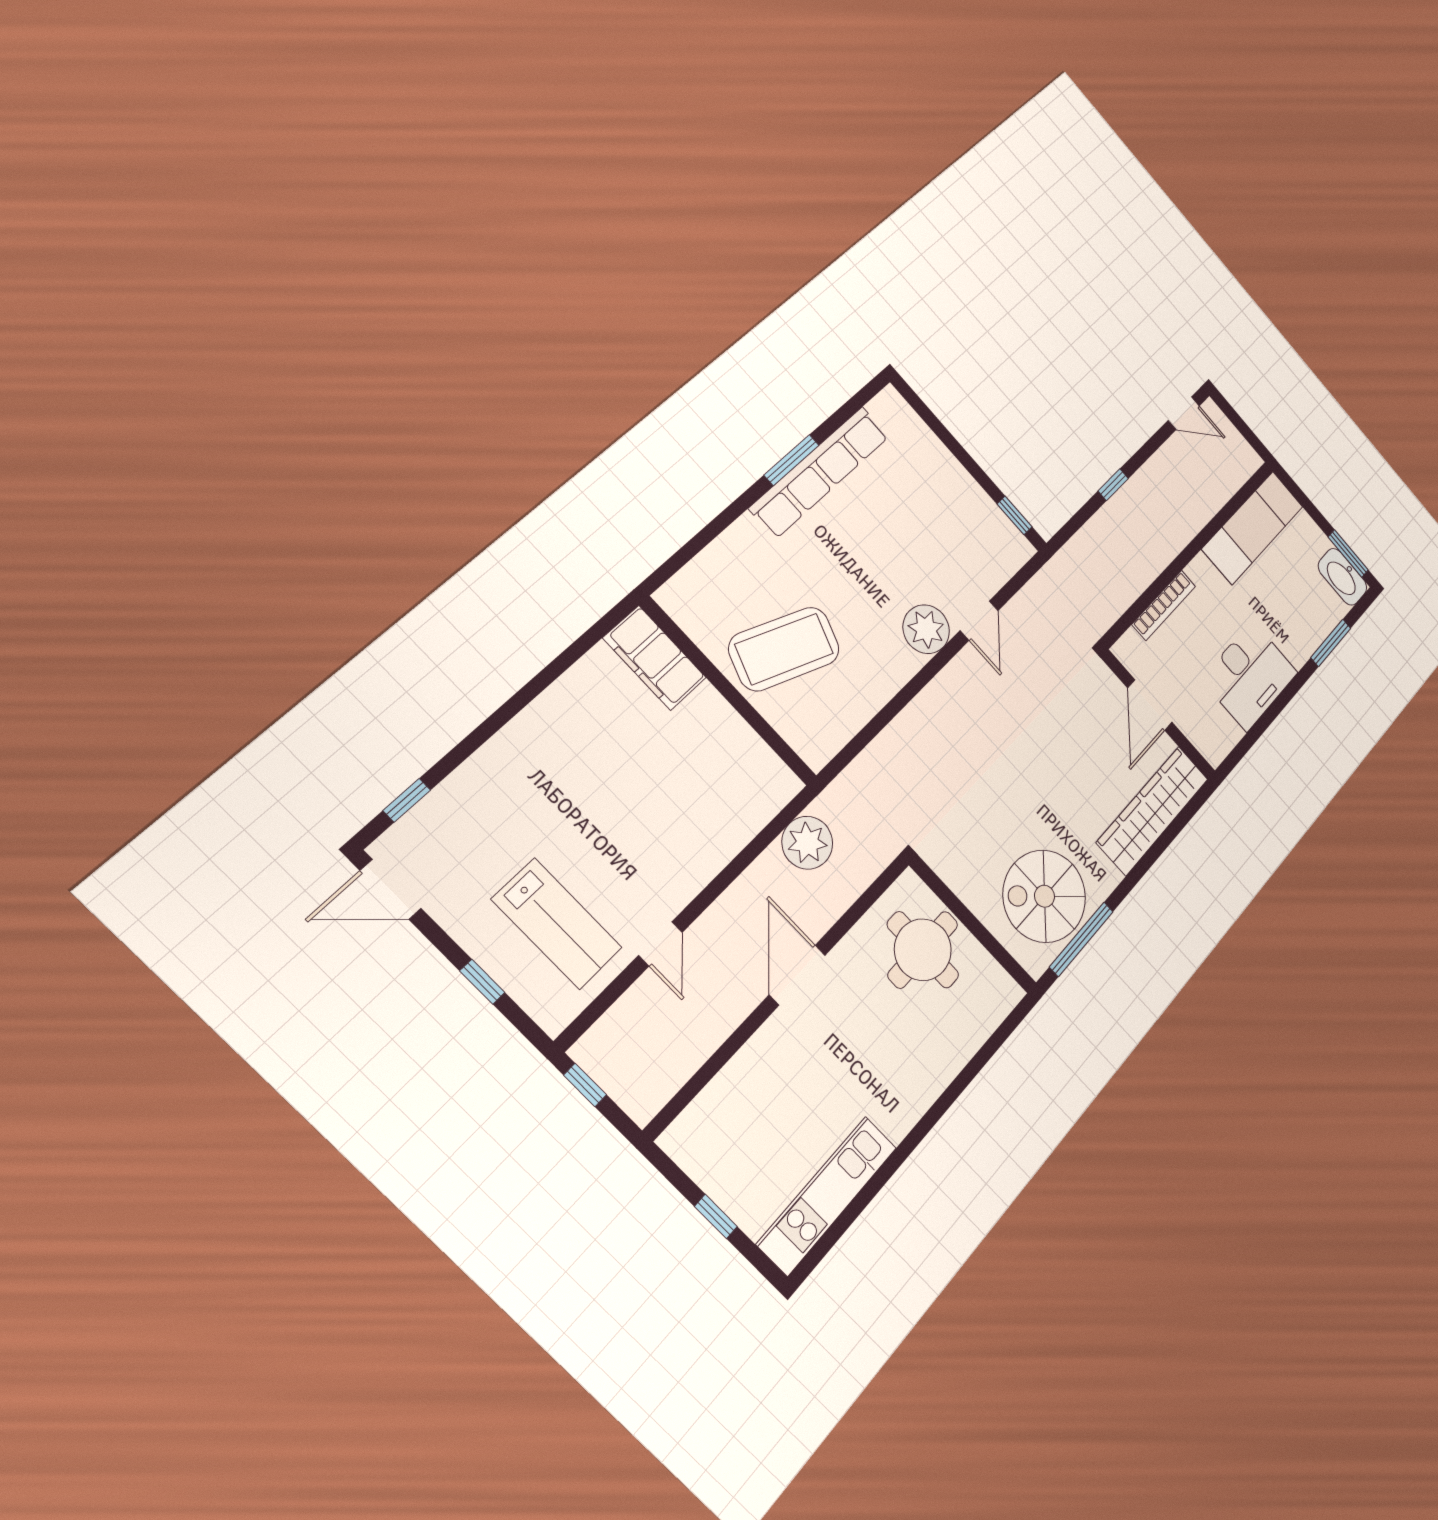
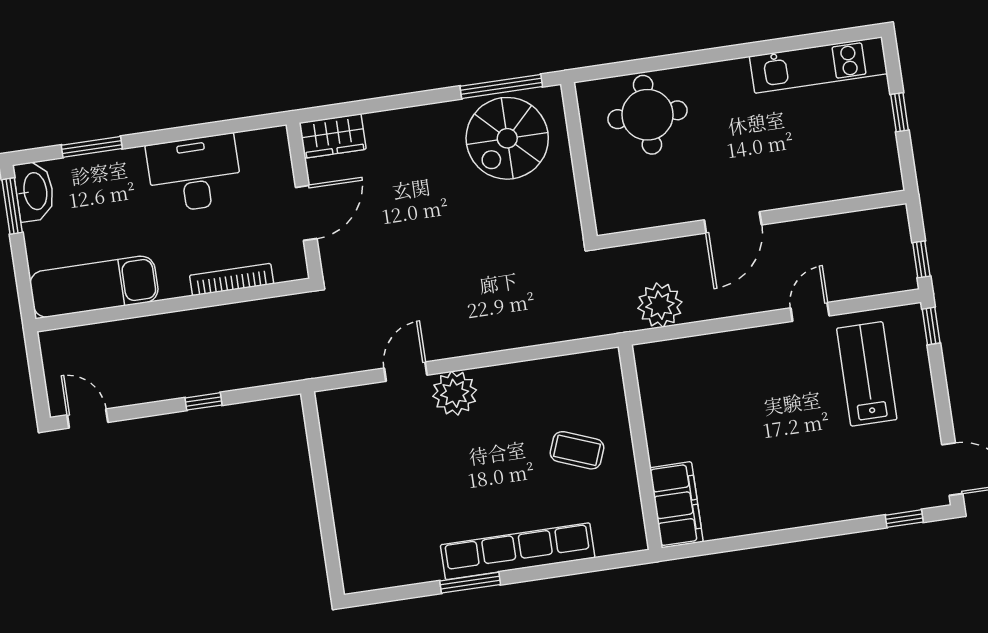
row of seats: (820, 472) -> (518, 551), moved
window: (1014, 515) -> (313, 431), removed
coffee table: (784, 649) -> (577, 450), width x0.54, depth x0.58
wardrobe: (1153, 811) -> (333, 136), width x0.48, depth x0.85
spiral stairs: (1044, 896) -> (507, 138), turned 90
round table: (923, 950) -> (647, 115), moved
window: (482, 982) -> (931, 326), moved

